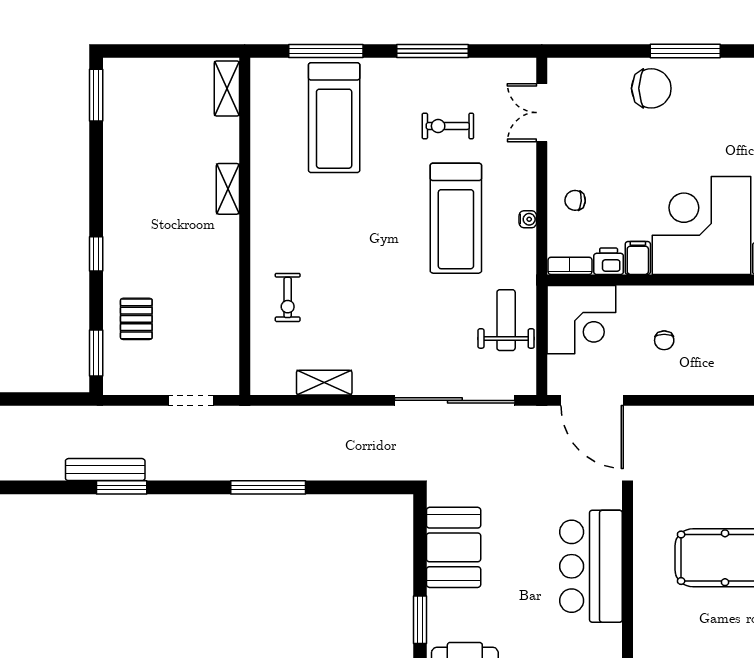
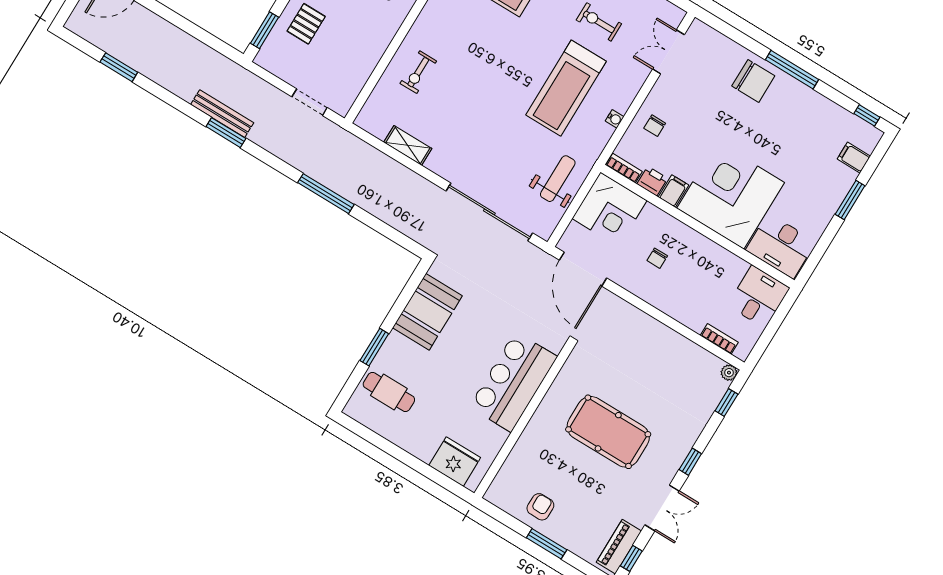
chair: (575, 200) -> (655, 126), turned -94

